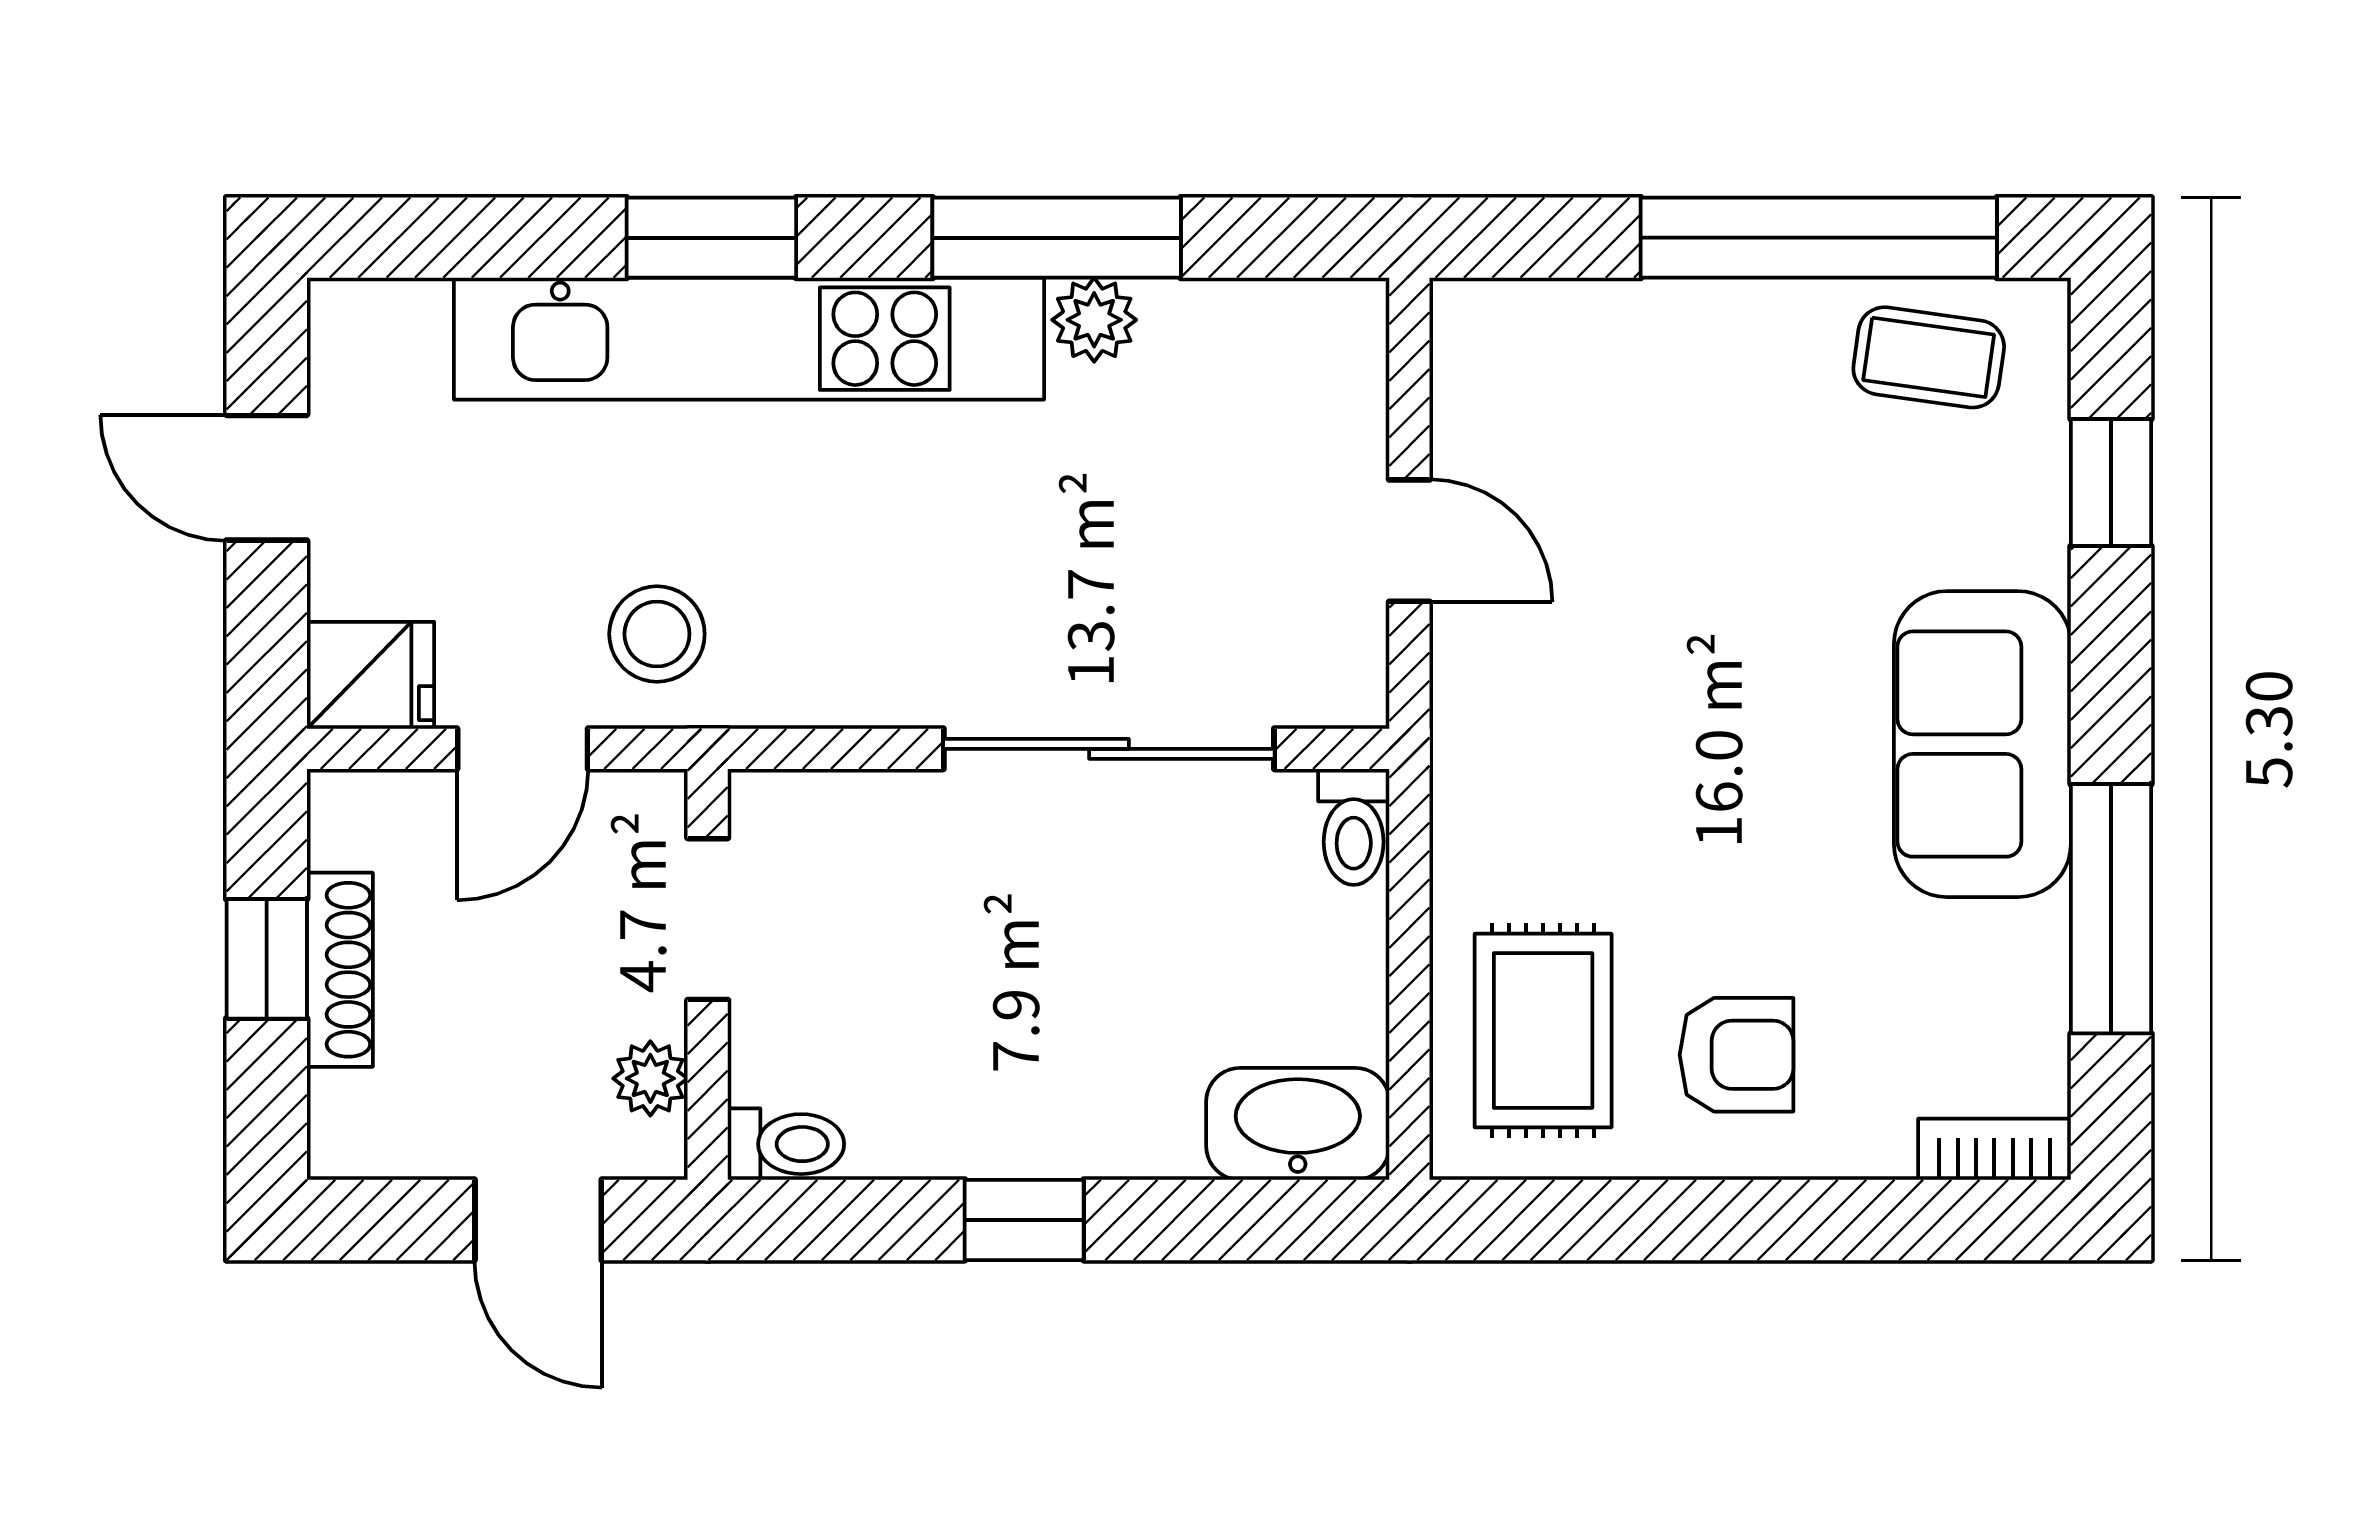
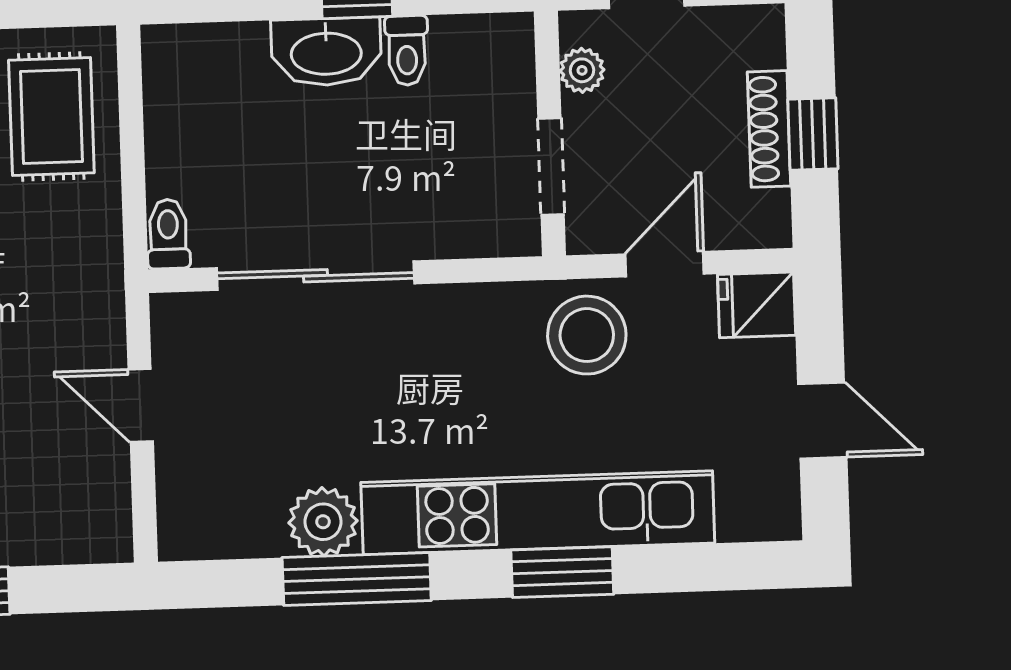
plant: (1094, 320) -> (323, 522), width x1.38, depth x1.38
stool: (657, 634) -> (587, 335), width x1.38, depth x1.38
washbasin: (1298, 1124) -> (326, 52), moved
toilet: (786, 1144) -> (407, 50), moved, turned -90

